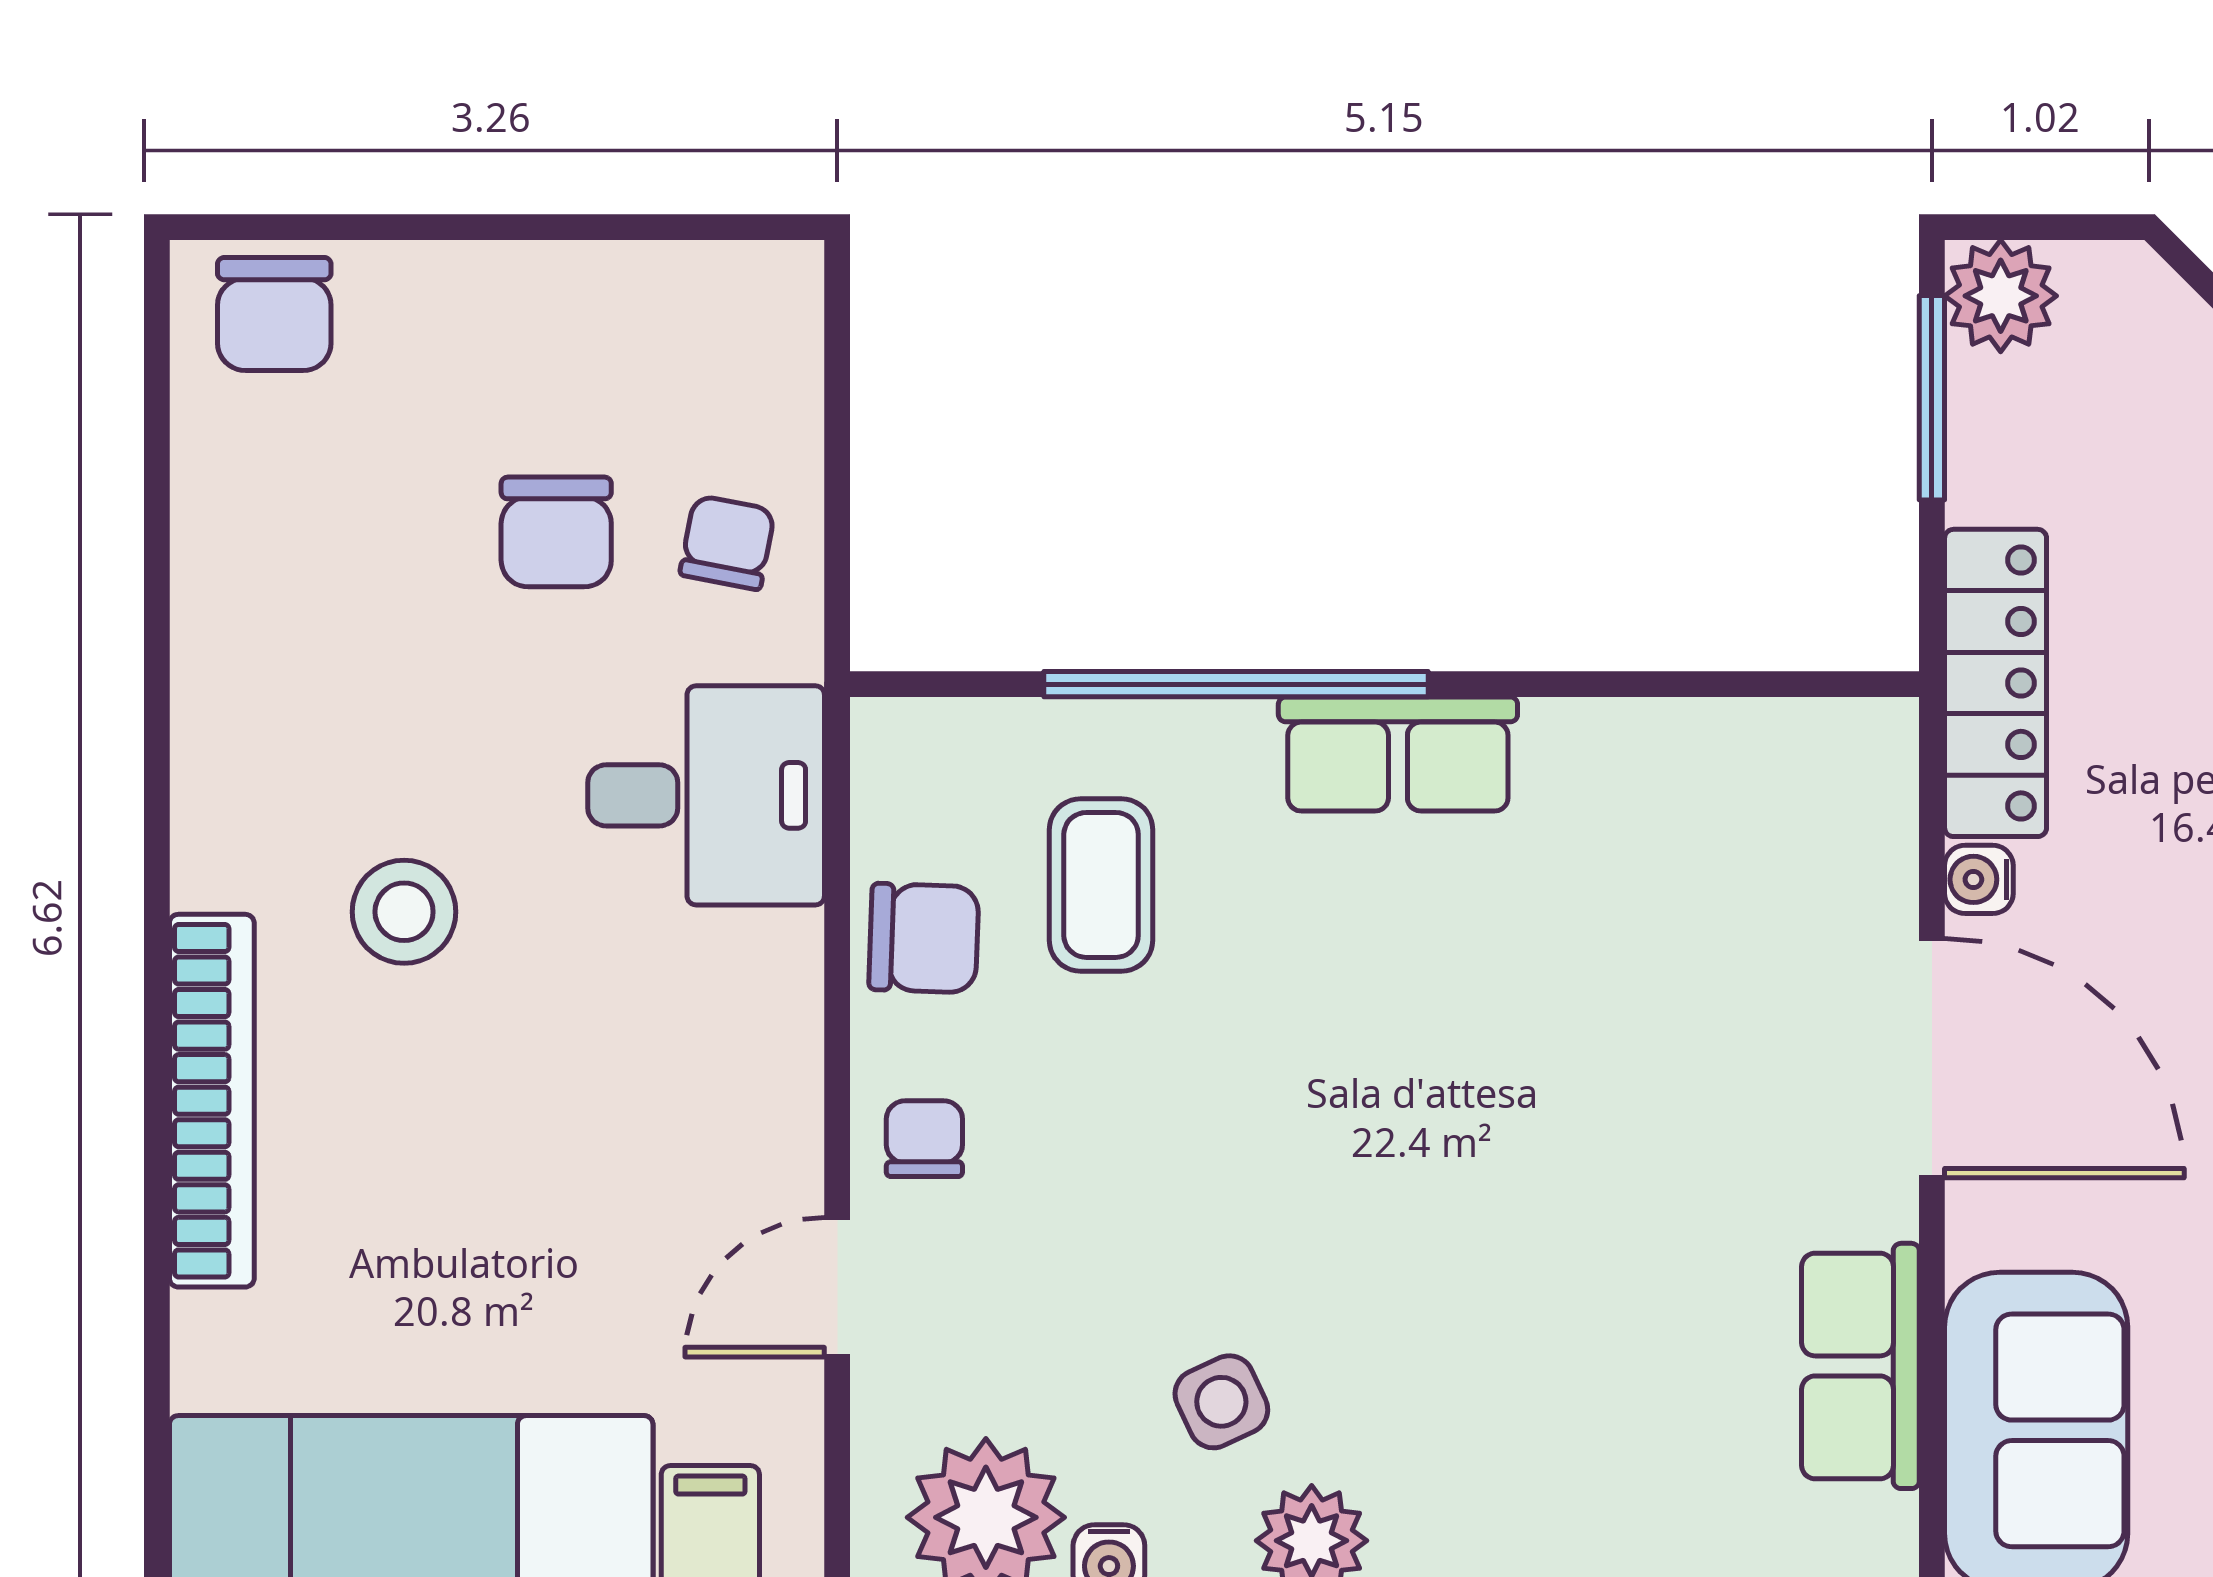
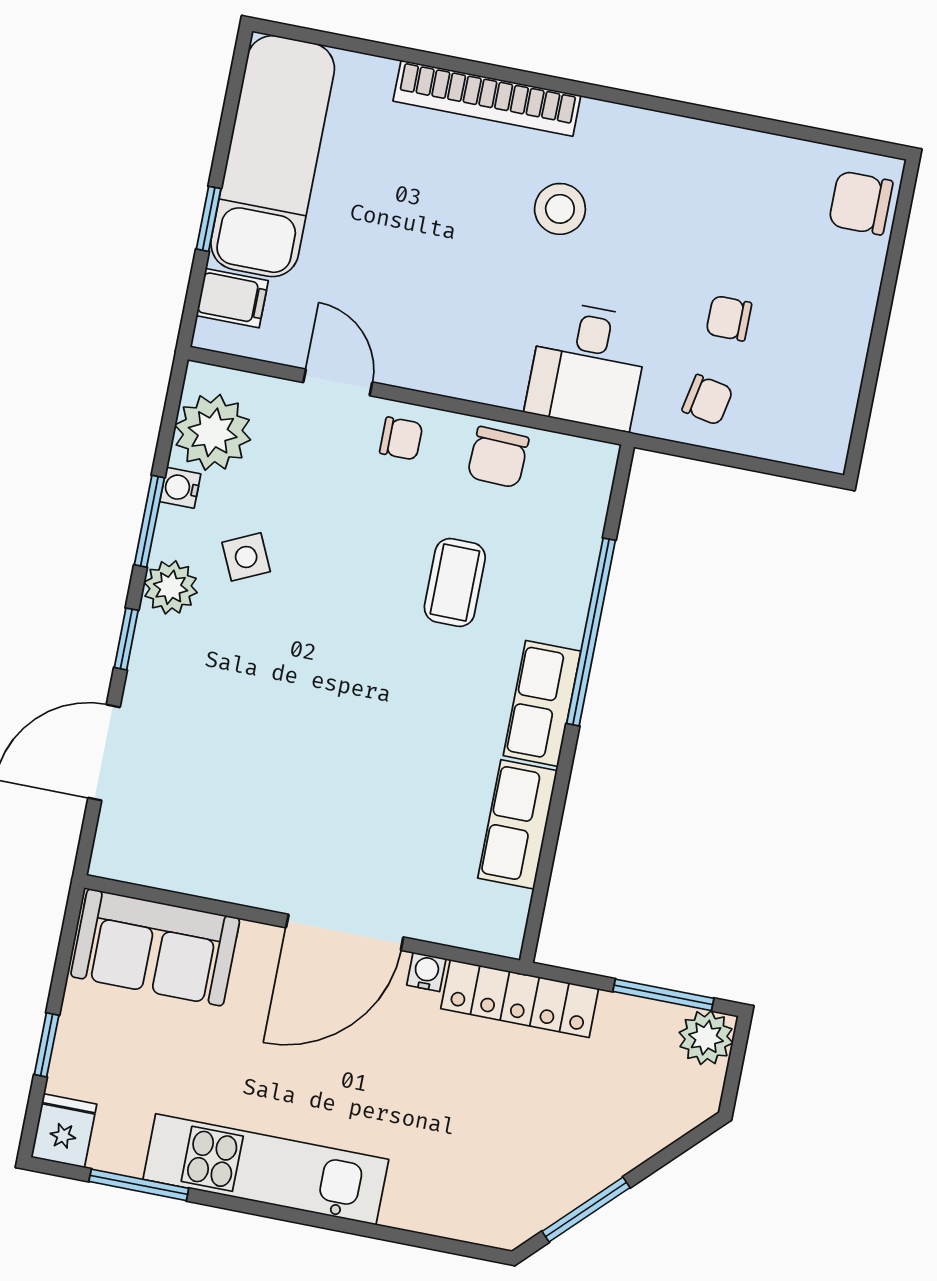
chair: (556, 532) -> (729, 318), width x0.73, depth x0.73
coffee table: (1101, 885) -> (455, 582), moved, turned 90
row of seats: (1860, 1366) -> (517, 824), moved, turned -90

